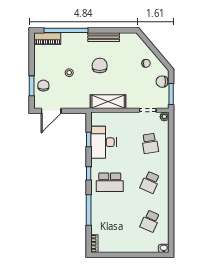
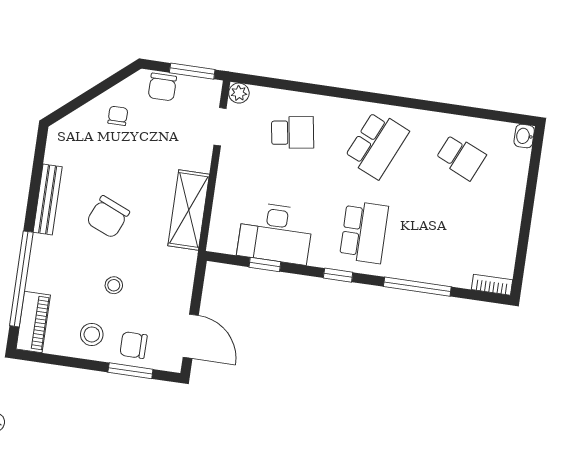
stool: (45, 66) -> (92, 334), added
chair: (100, 66) -> (108, 217), turned -67
school desk: (150, 182) -> (377, 145), width x1.85

